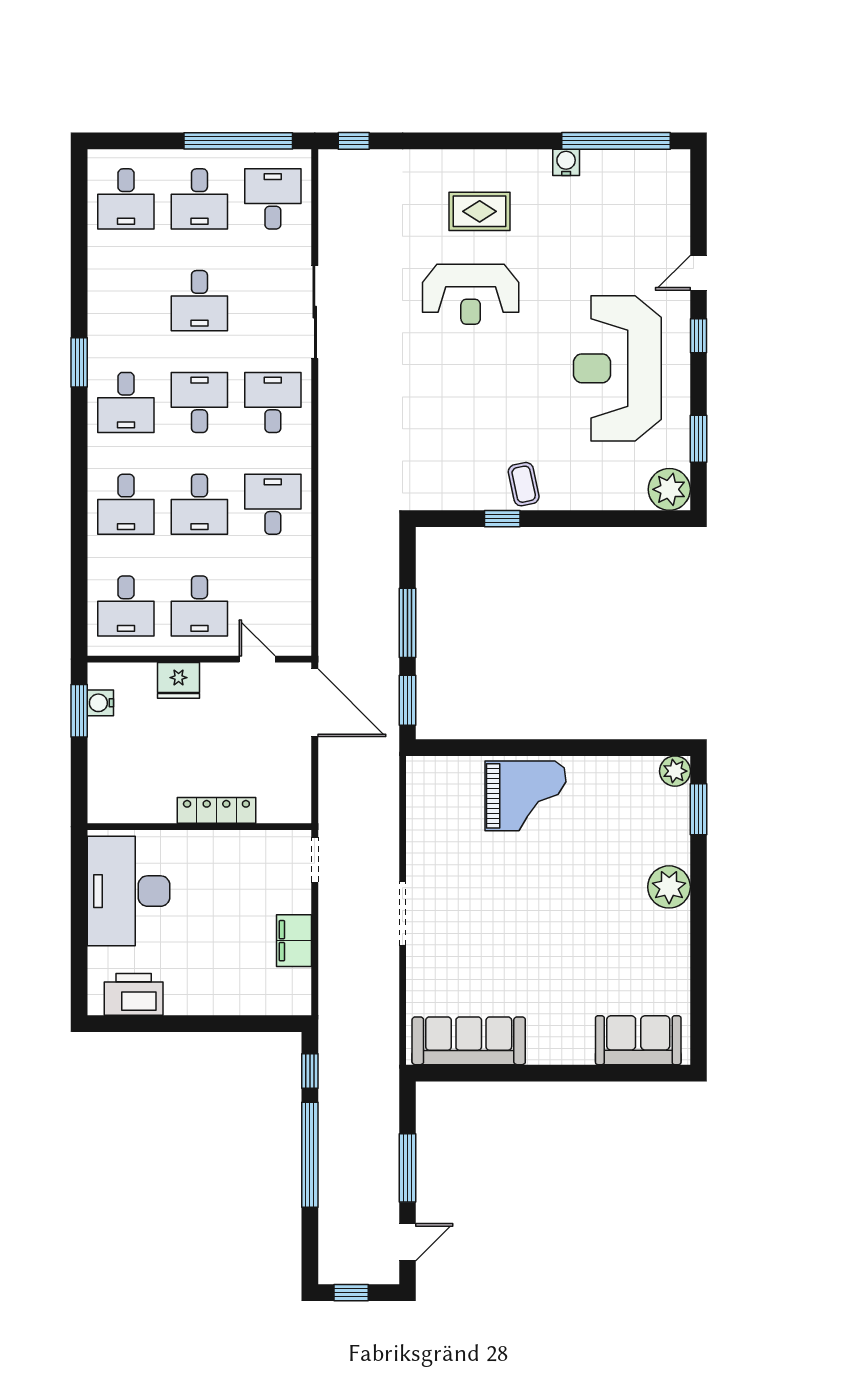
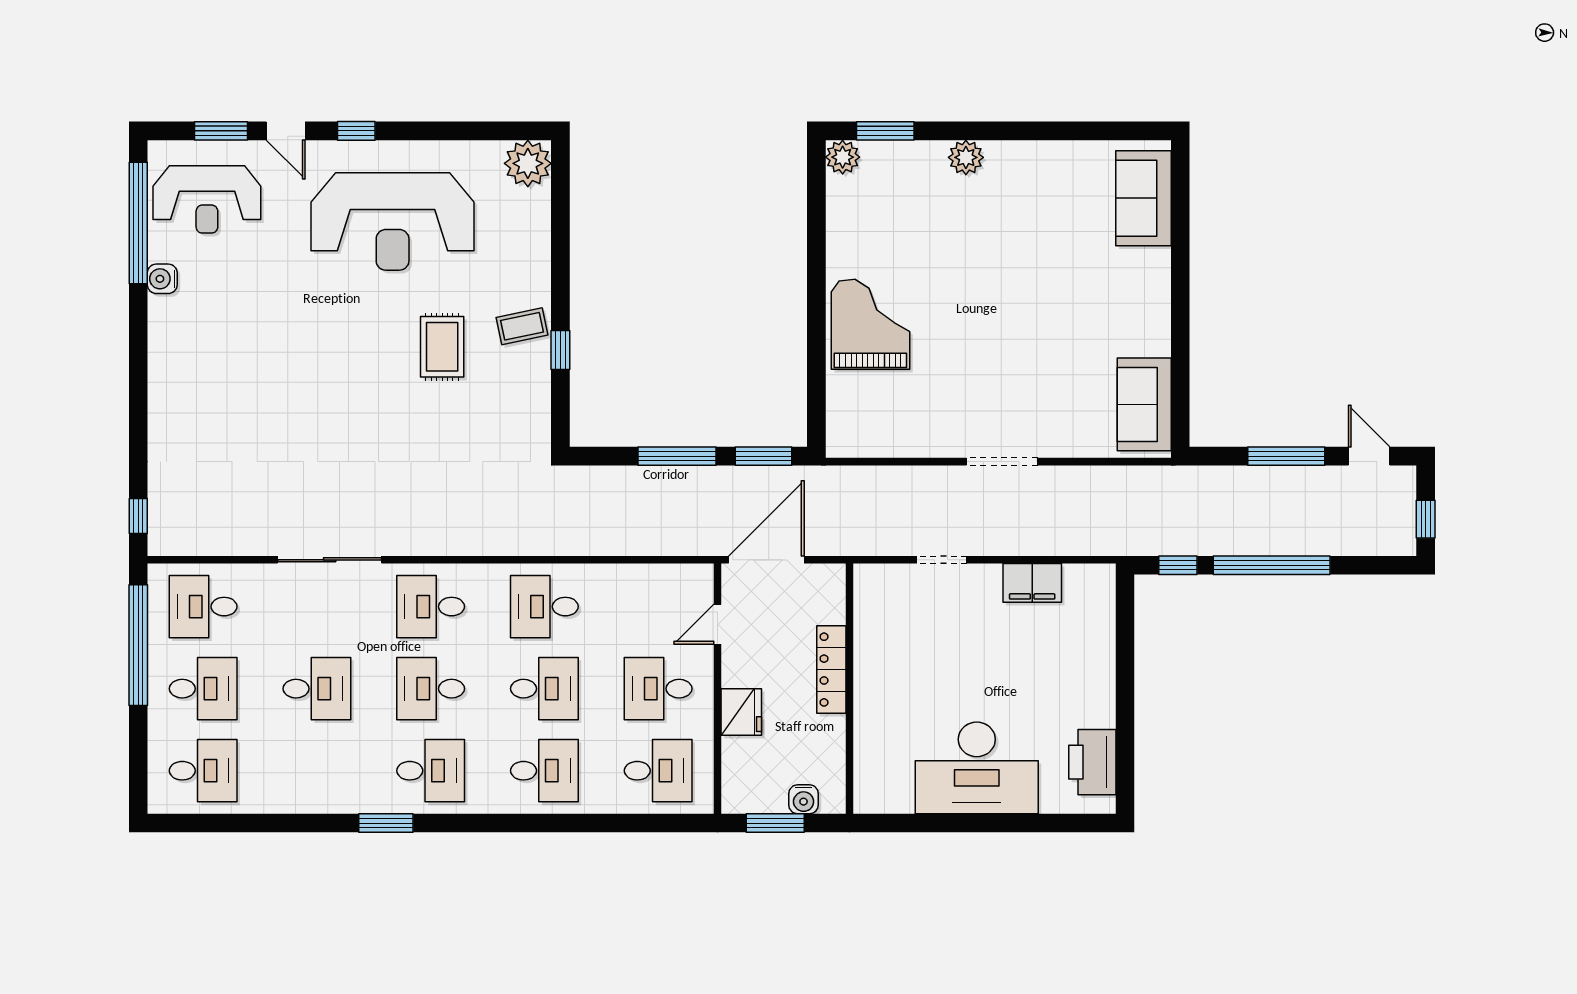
rug: (480, 211) -> (442, 347), moved
reception desk: (471, 294) -> (207, 199), moved, turned 90
window: (698, 439) -> (221, 131), moved
desk: (199, 606) -> (658, 689), turned 180
water cooler: (100, 703) -> (804, 799), moved
locker: (216, 810) -> (831, 670), moved
wall: (199, 827) -> (849, 689), moved
plant: (669, 887) -> (966, 157), width x0.73, depth x0.73
sofa: (469, 1041) -> (1144, 404), width x0.73

